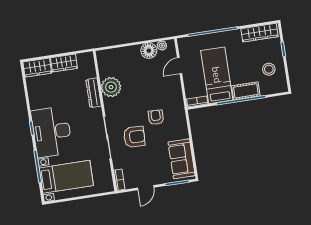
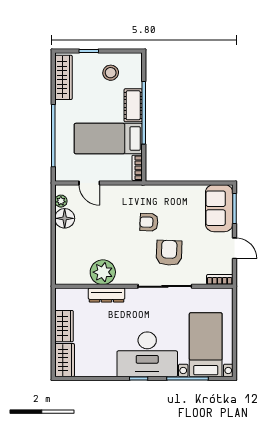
sofa: (182, 159) -> (219, 208), moved, turned 90

